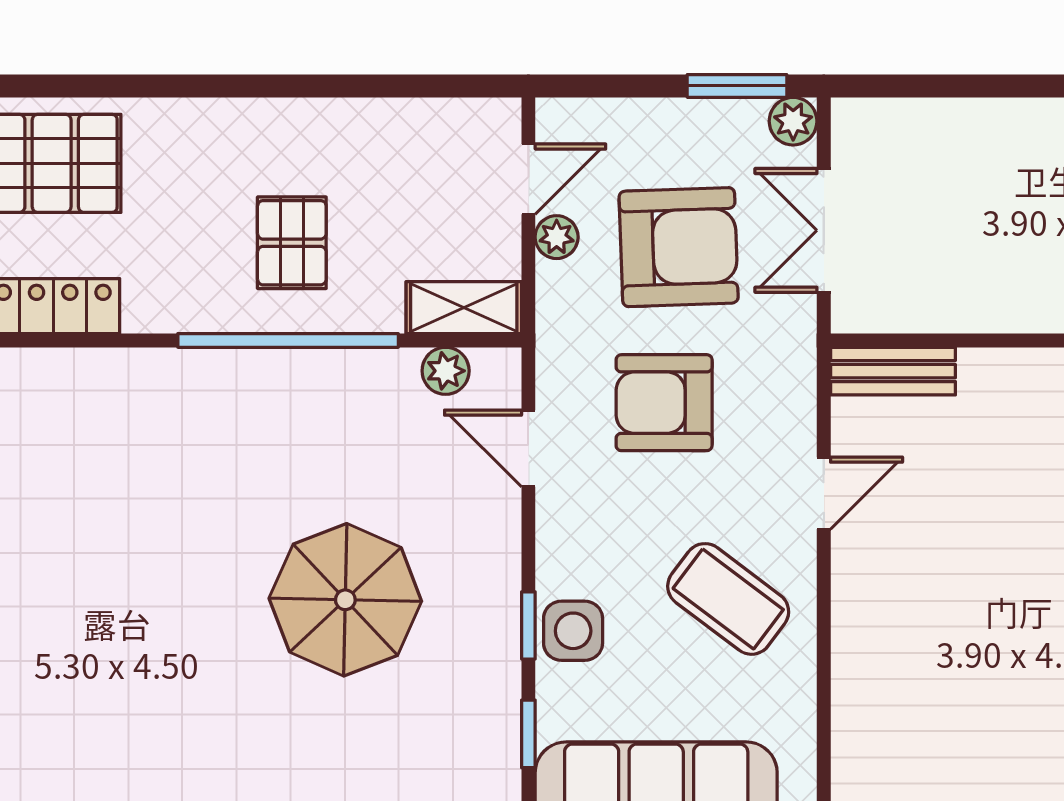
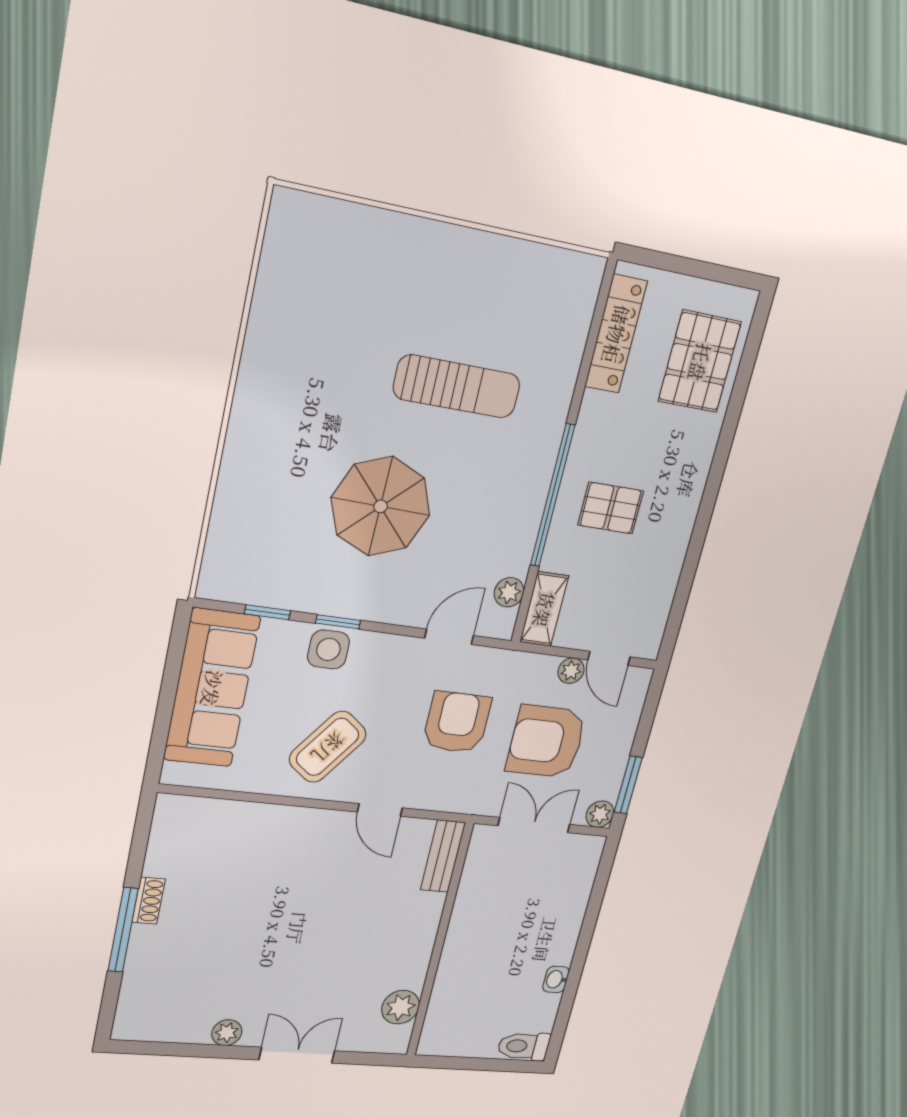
armchair: (679, 247) -> (546, 741), turned 92
sun lounger: (154, 527) -> (457, 386), added

